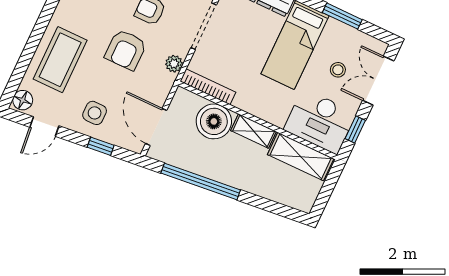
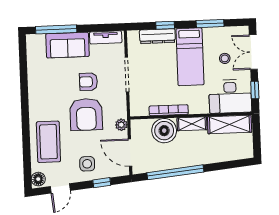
armchair: (126, 50) -> (86, 114), width x1.36, depth x1.36
plant: (174, 64) -> (121, 125), moved
bookcase: (208, 87) -> (169, 110), moved

